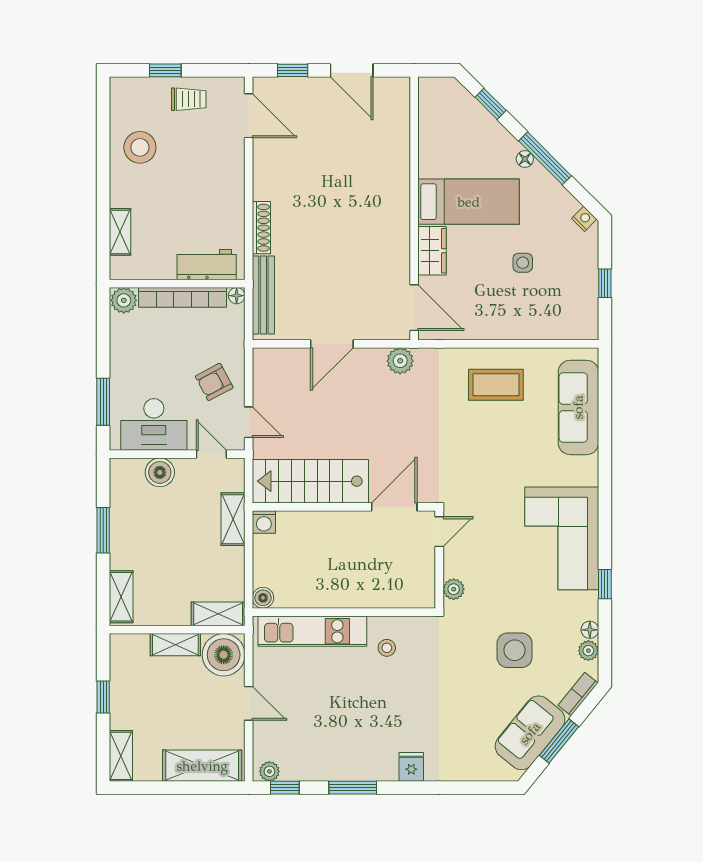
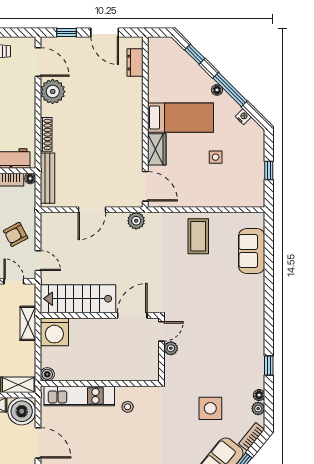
dresser: (398, 117) -> (135, 63), added
plant: (271, 161) -> (53, 92), added
nightstand: (584, 219) -> (243, 117), moved
coffee table: (496, 385) -> (198, 236), turned 90
sofa: (578, 407) -> (252, 251), width x0.73
washing machine: (264, 522) -> (54, 332), width x1.89, depth x1.89
corner sofa: (562, 538) -> (241, 336), removed
plant: (454, 589) -> (171, 348), moved
door: (249, 703) -> (38, 443), width x1.38

